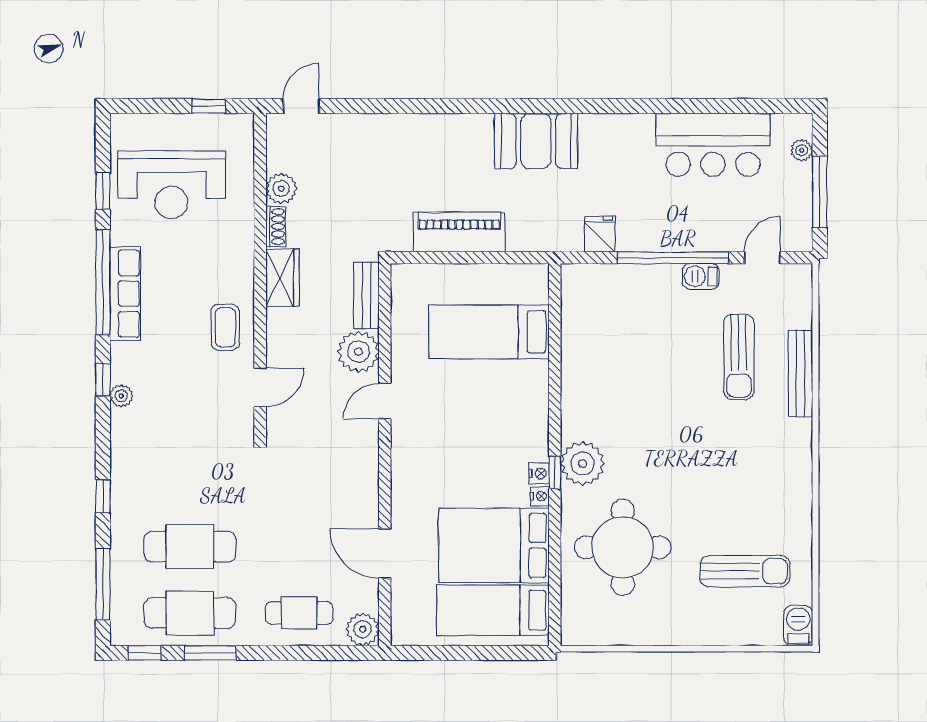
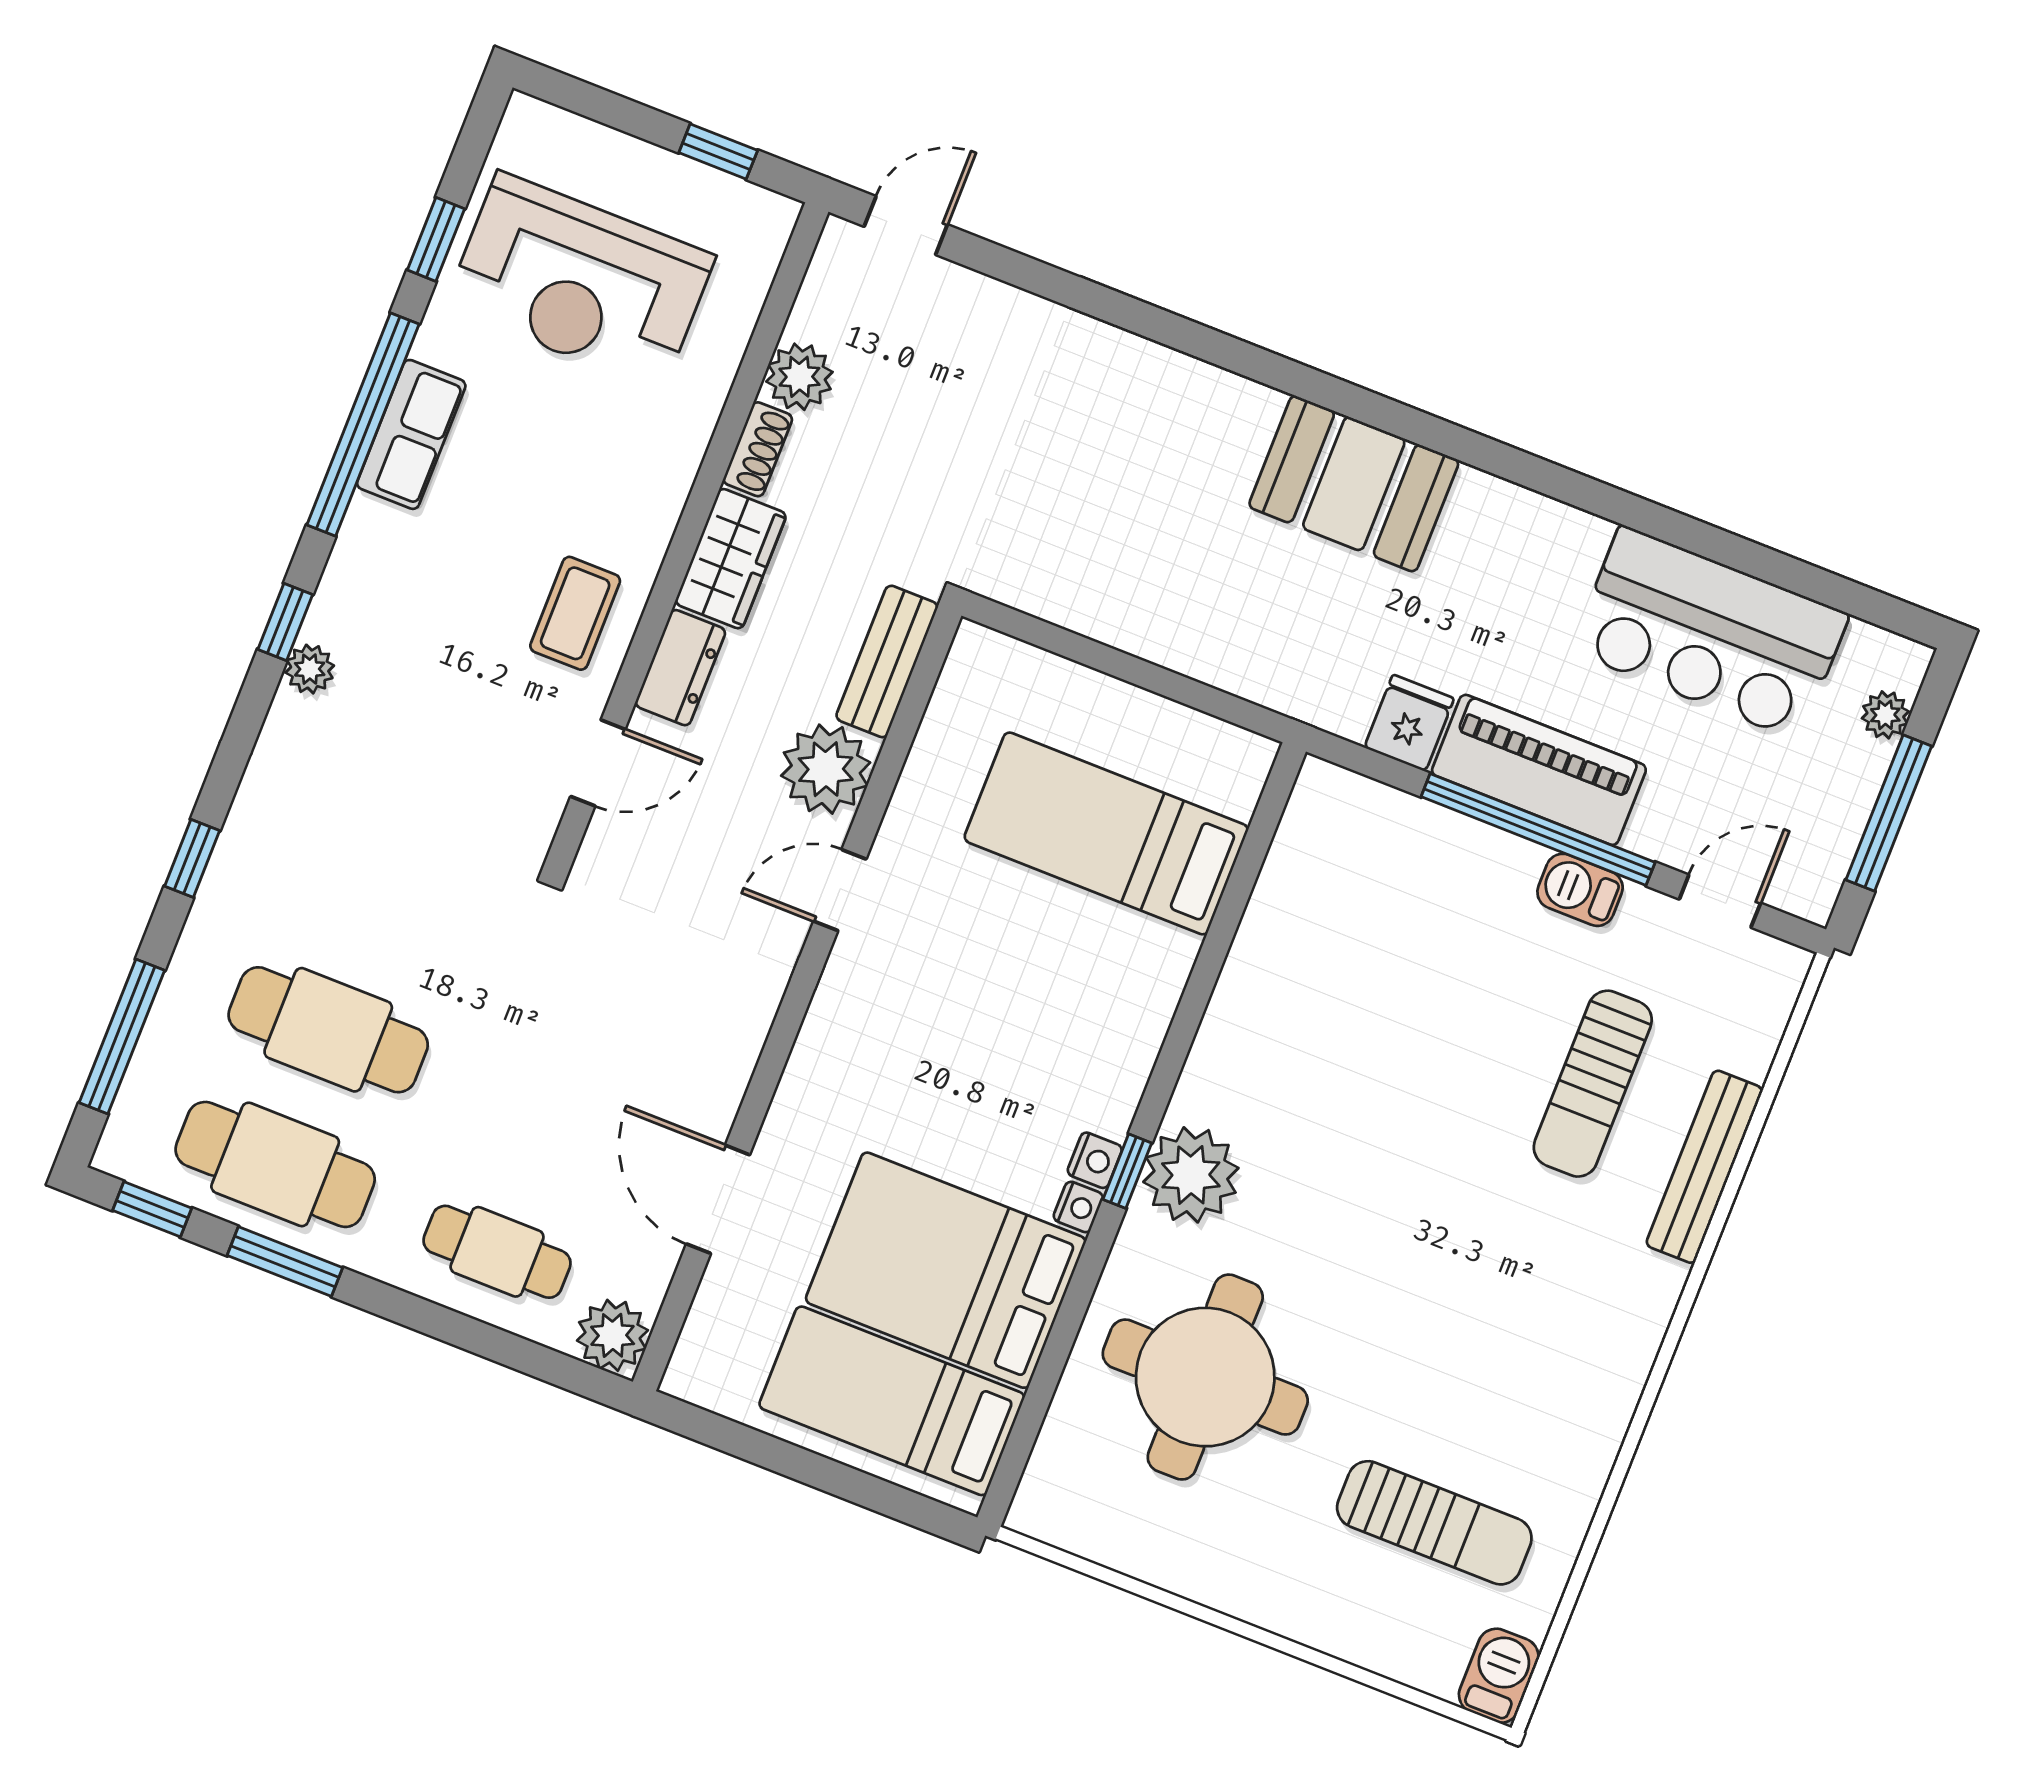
piano: (459, 232) -> (1539, 770), moved
row of seats: (125, 294) -> (411, 434), width x0.68
dresser: (279, 333) -> (680, 668), added

